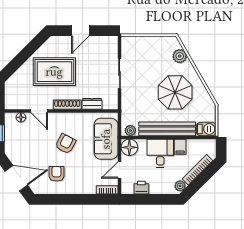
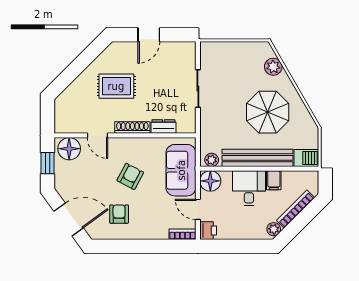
rug: (54, 72) -> (116, 86), width x0.73, depth x0.70
floor lamp: (21, 117) -> (69, 149), width x1.89, depth x1.89
door: (120, 170) -> (198, 209), hinge flipped
printer: (141, 188) -> (208, 231), moved, turned 90

